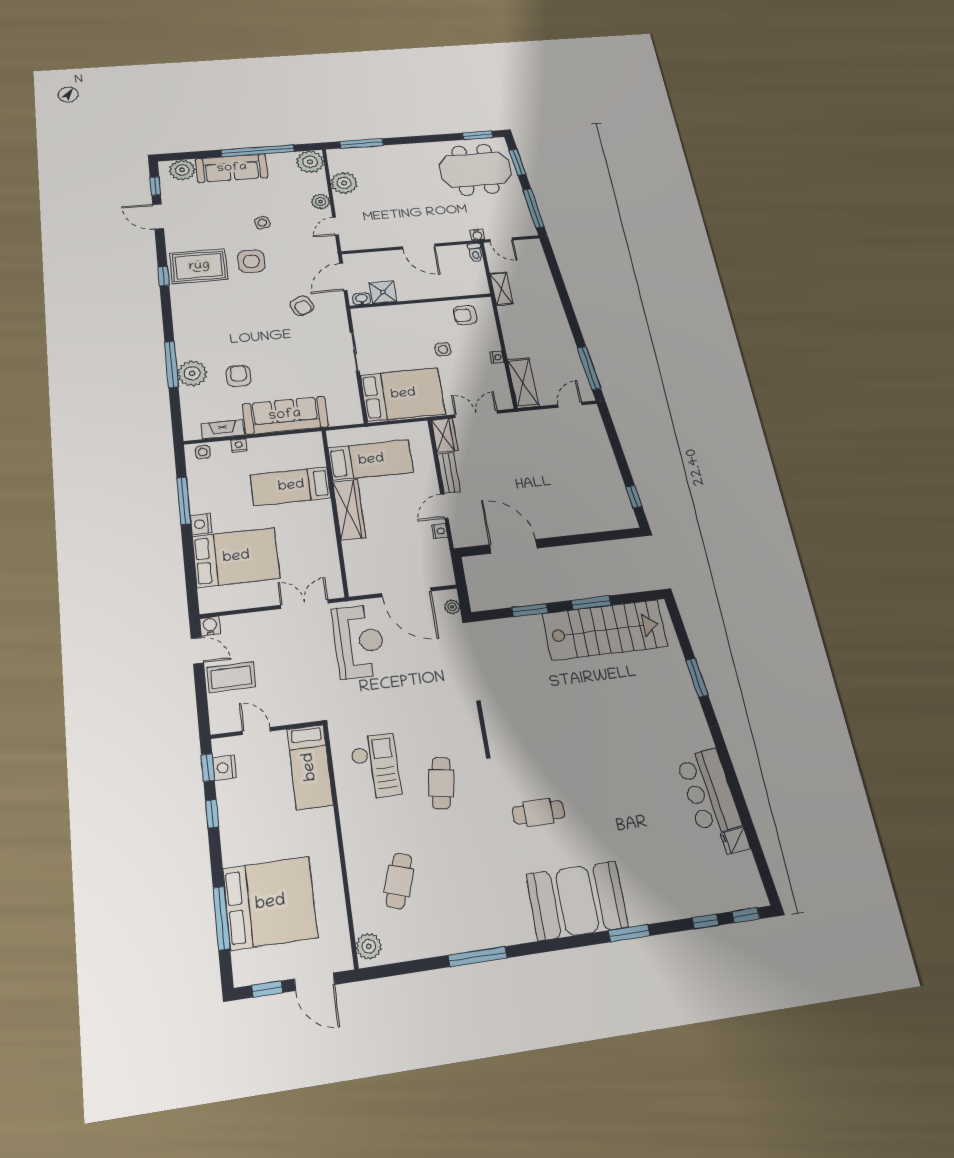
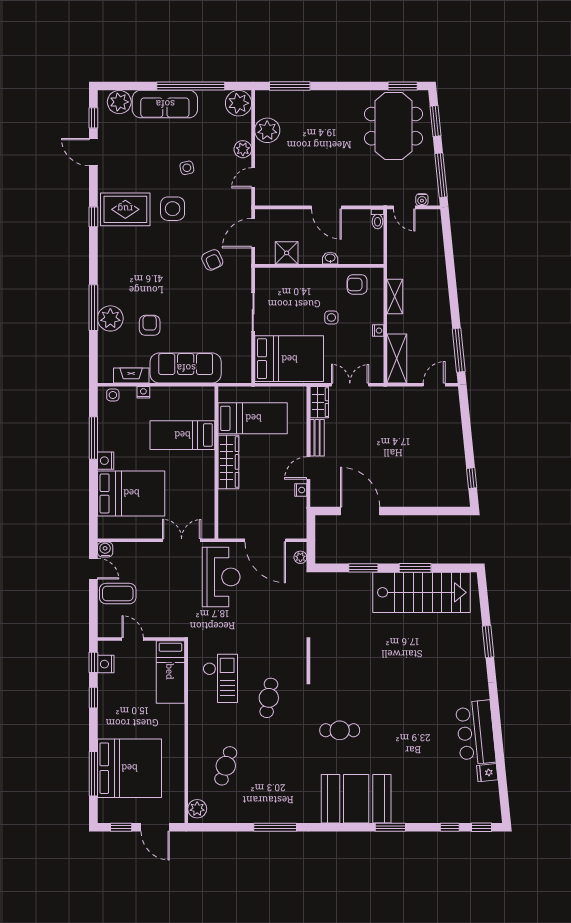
meeting table: (475, 170) -> (394, 126), turned 90
water cooler: (477, 235) -> (422, 200), moved
shelving: (501, 289) -> (395, 297), moved
washbasin: (362, 299) -> (330, 258), moved

